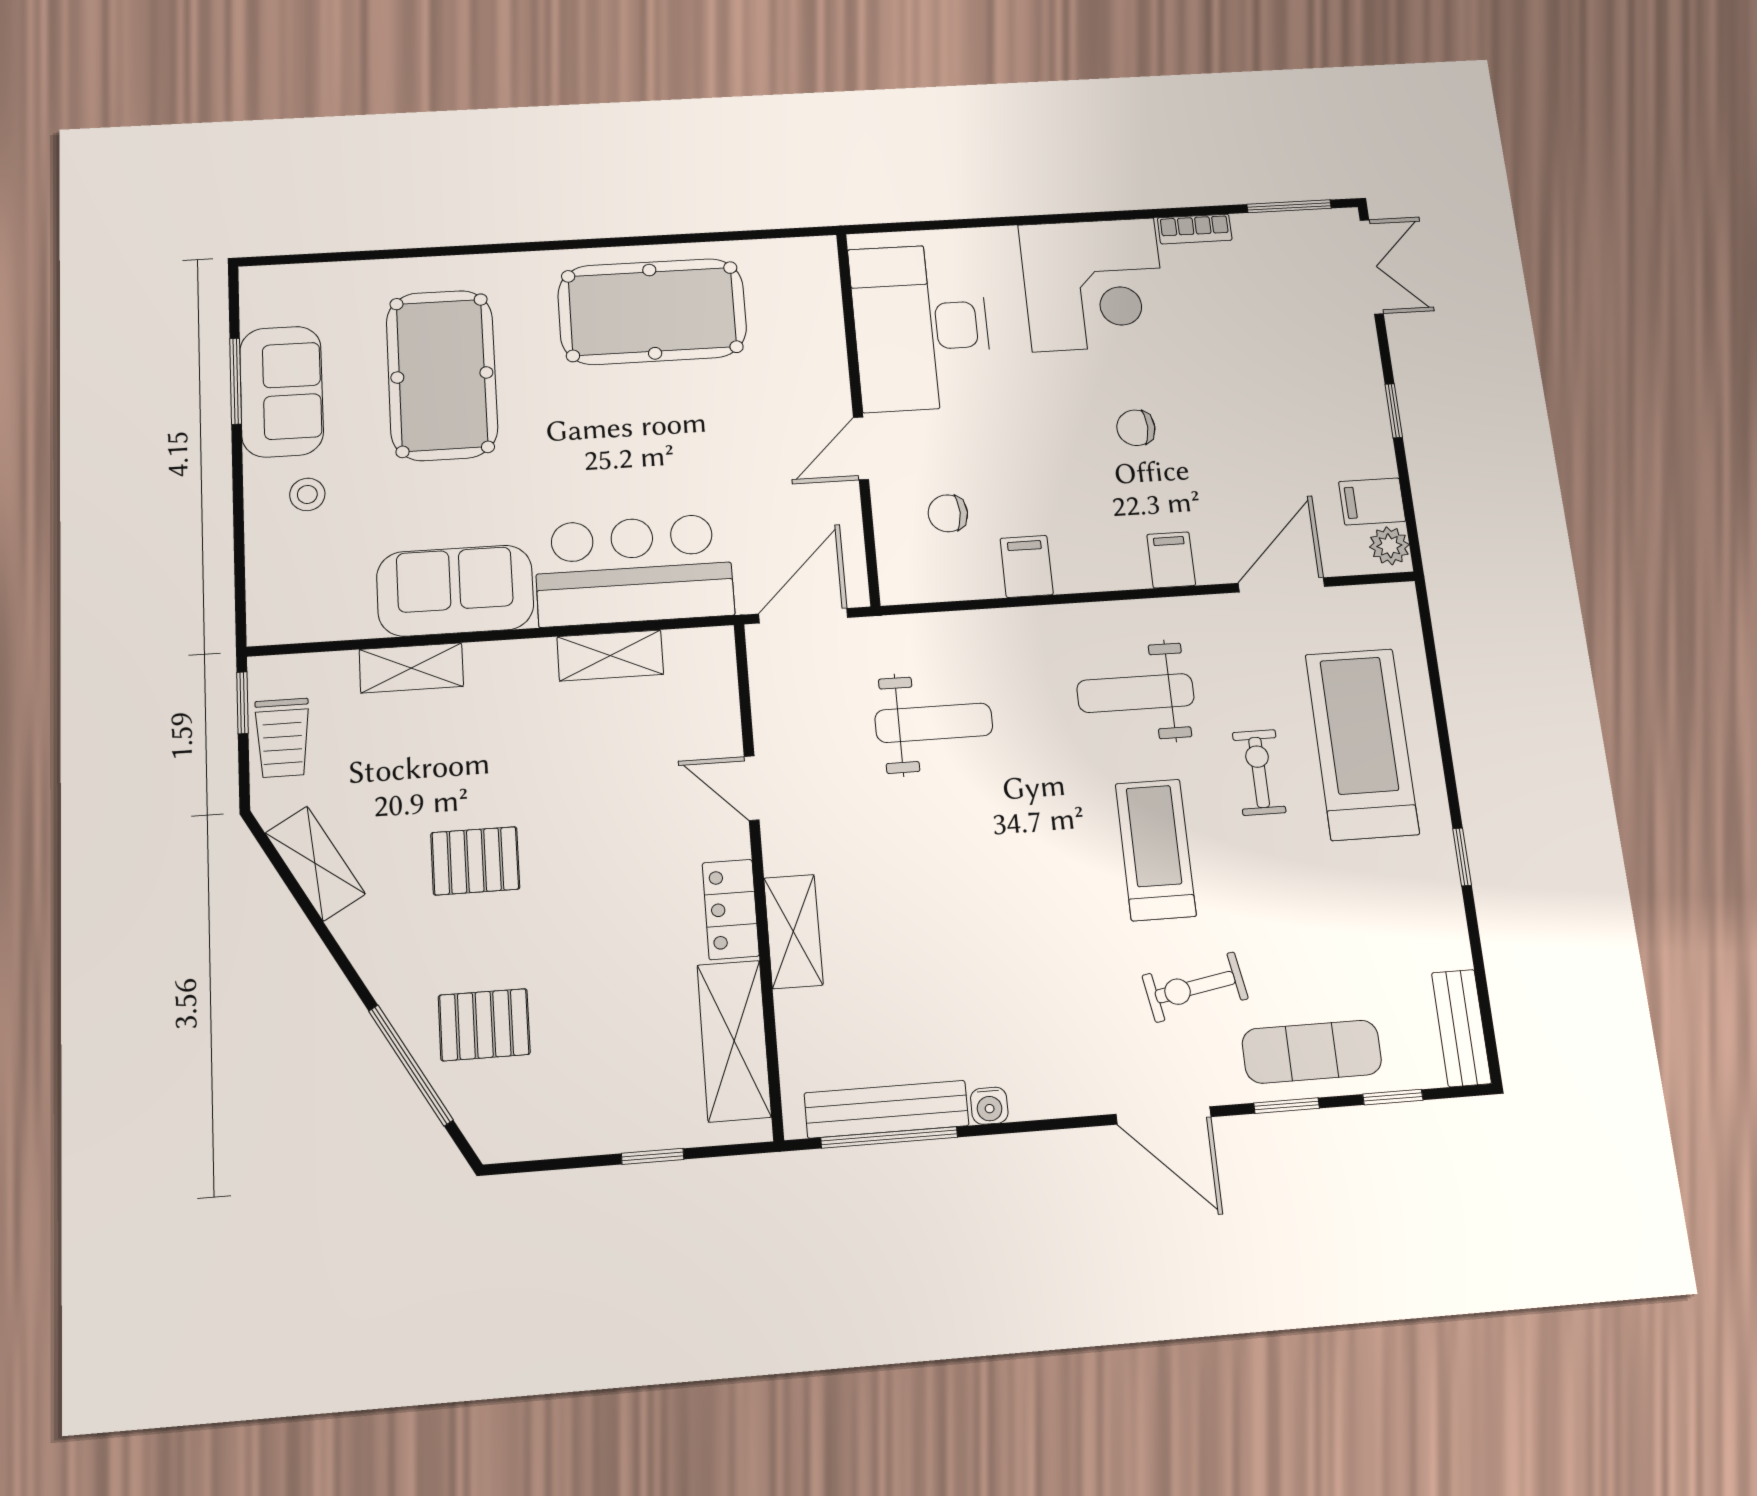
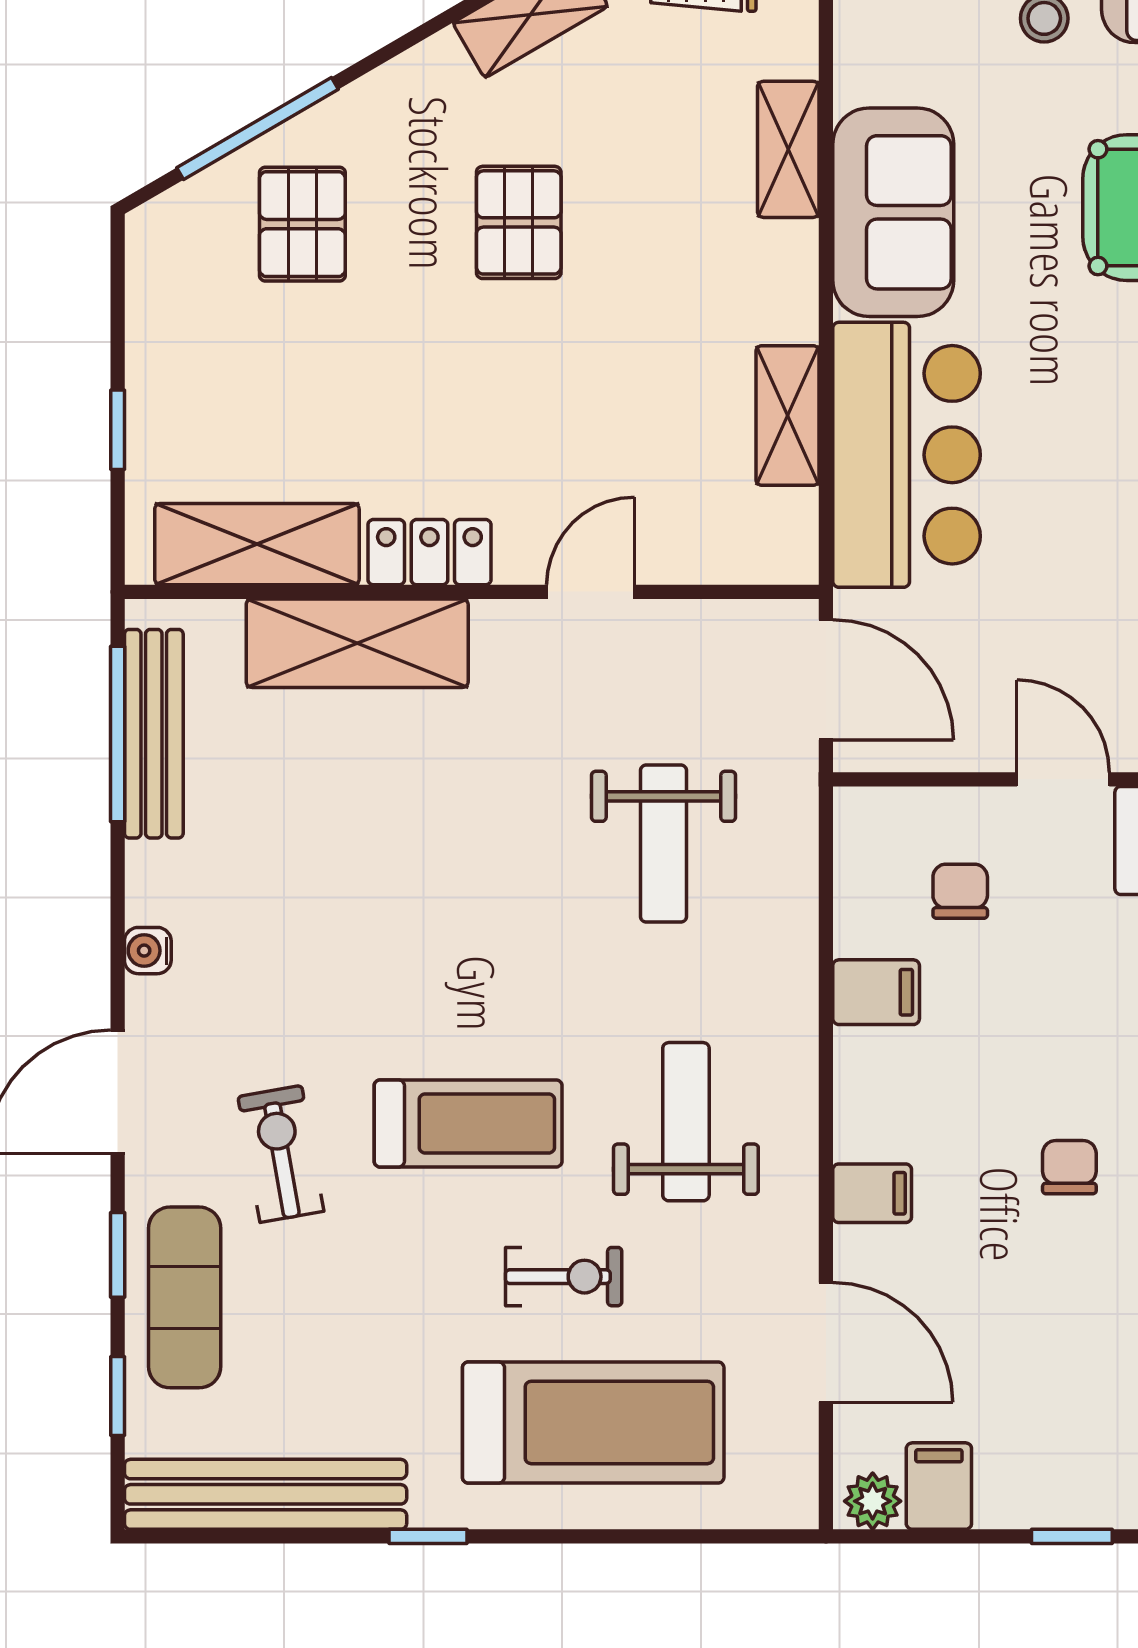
shelving: (793, 931) -> (357, 643), width x1.50, depth x1.33
bench: (1461, 1028) -> (266, 1494), width x1.86, depth x1.21
water cooler: (989, 1106) -> (148, 951), moved

